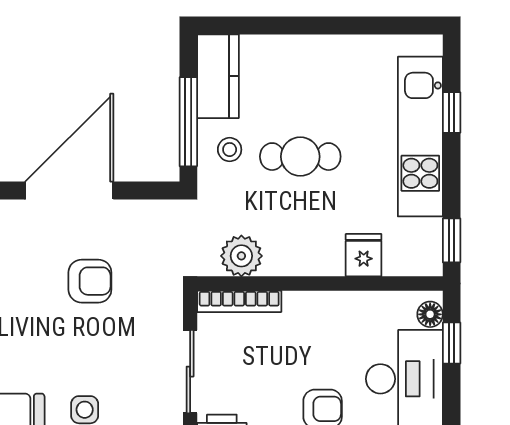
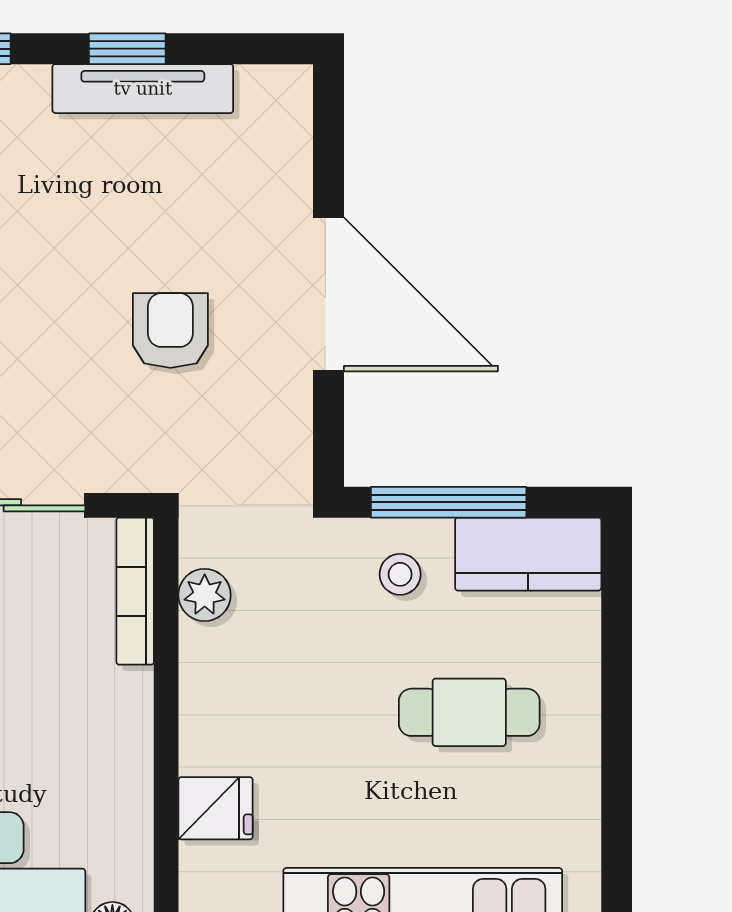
cafe table: (300, 157) -> (469, 712), moved, turned 90
plant: (241, 256) -> (205, 595), width x0.73, depth x0.73
armchair: (90, 281) -> (170, 330), turned 180

